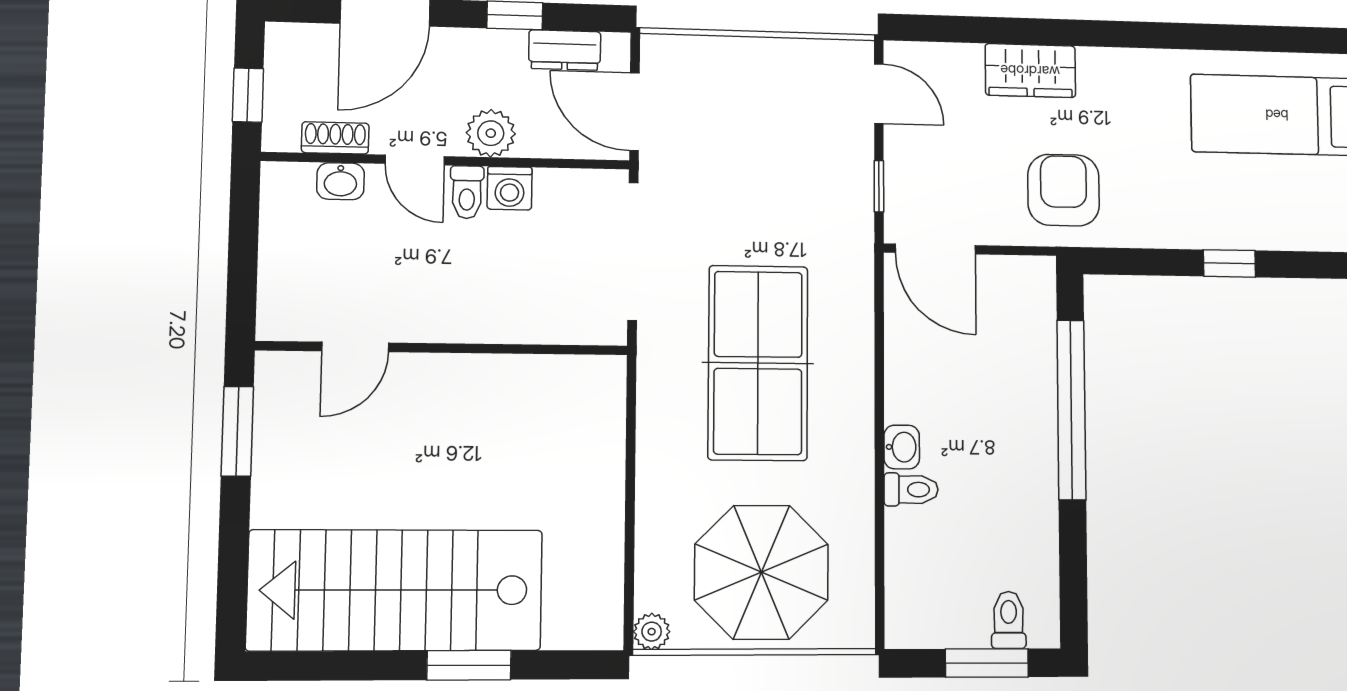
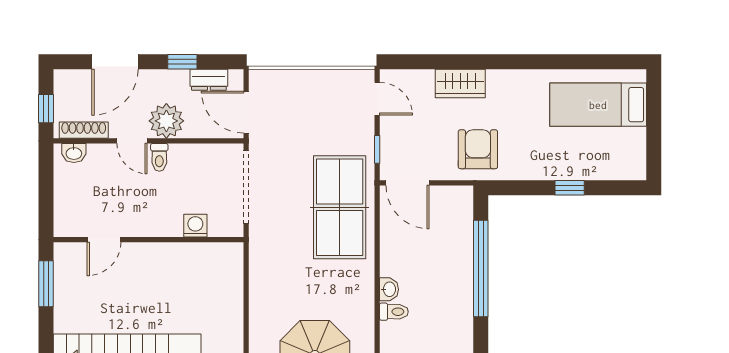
plant: (491, 133) -> (166, 121), width x1.36, depth x1.36
shoe rack: (335, 138) -> (84, 130), width x1.43
washbasin: (340, 181) -> (74, 153), moved
washing machine: (510, 188) -> (195, 226), moved, turned 180
table tennis table: (758, 363) -> (340, 207), moved

